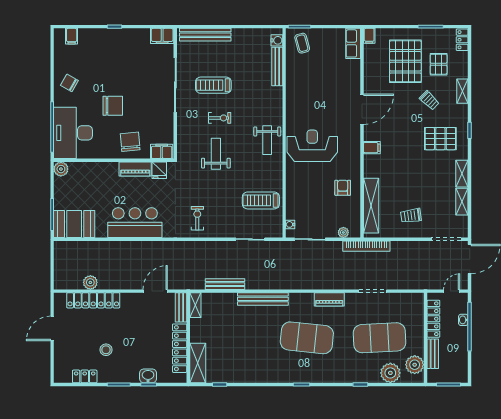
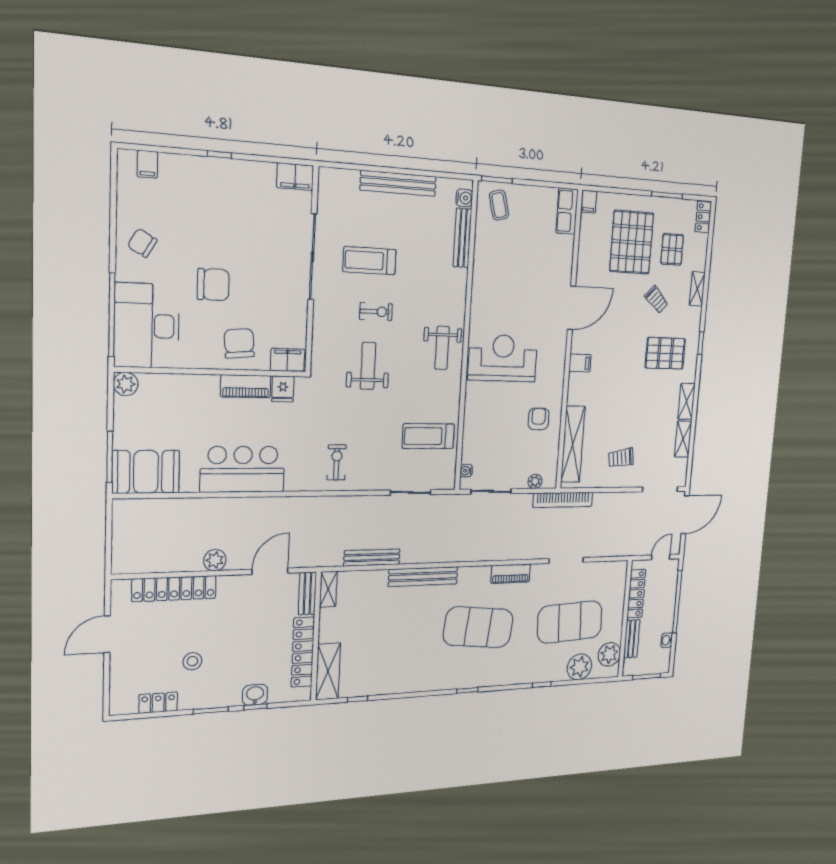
bench: (205, 35) -> (398, 183), moved
plant: (90, 282) -> (215, 560), moved
washbasin: (463, 320) -> (667, 640), moved

